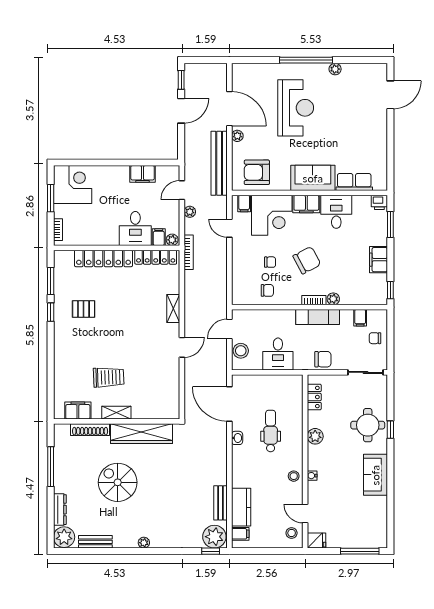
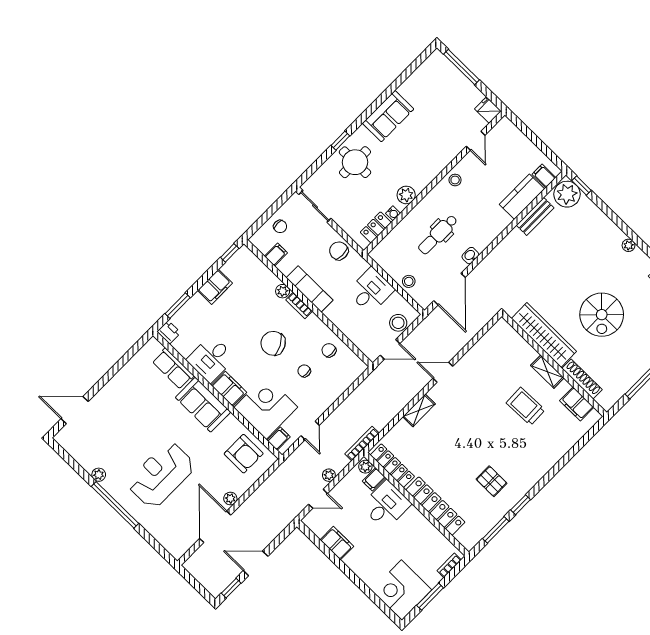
bench: (219, 163) -> (267, 491), removed
water cooler: (312, 476) -> (393, 213), moved
stool: (292, 533) -> (409, 281), moved

